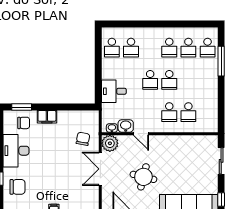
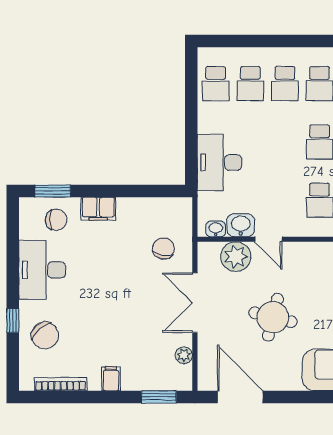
school desk: (150, 80) -> (285, 84), moved
desk: (114, 91) -> (219, 162), width x1.37
plant: (110, 143) -> (236, 257), moved
chair: (17, 187) -> (45, 335), turned 49
plant: (94, 198) -> (184, 355), added

